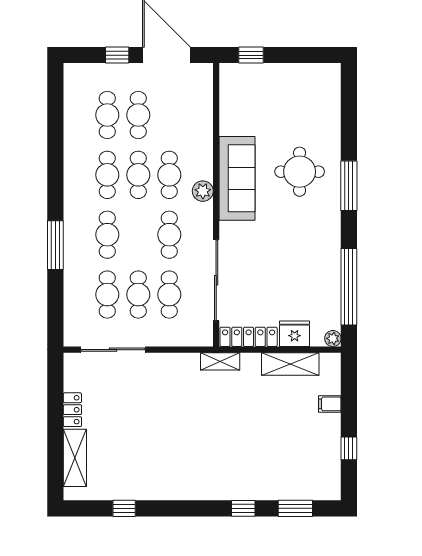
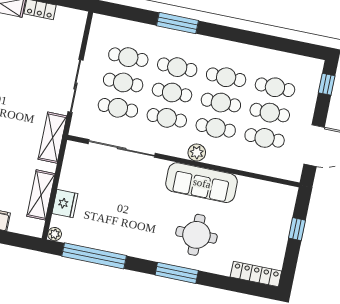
window: (117, 55) -> (327, 84), moved
window: (251, 55) -> (297, 229), moved
cafe table: (169, 115) -> (265, 138), added
cafe table: (138, 235) -> (172, 93), added
locker: (249, 337) -> (256, 274), moved, turned -90
sliding door: (113, 350) -> (76, 86), moved
shelving: (220, 361) -> (52, 138), width x1.50, depth x1.33

